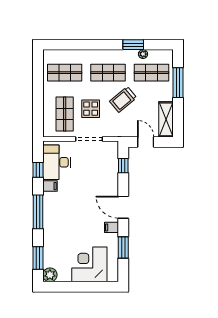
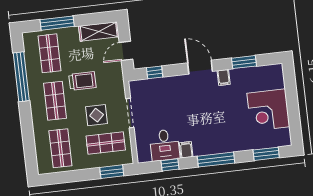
window: (133, 45) -> (21, 77), width x2.11
plant: (143, 54) -> (30, 65), removed
trolley: (123, 99) -> (82, 81), turned -50
window: (38, 116) -> (112, 172), added
desk: (57, 162) -> (165, 145), width x0.73
door: (123, 207) -> (200, 67), swing flipped
corner desk: (89, 264) -> (268, 110), moved
plant: (50, 275) -> (283, 139), removed

